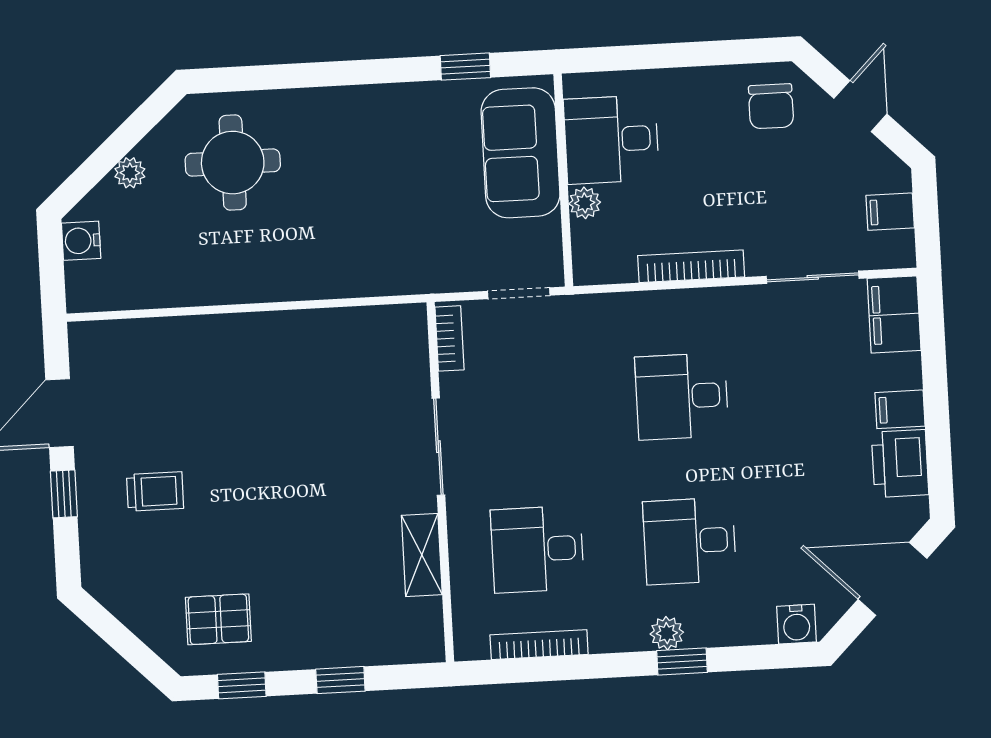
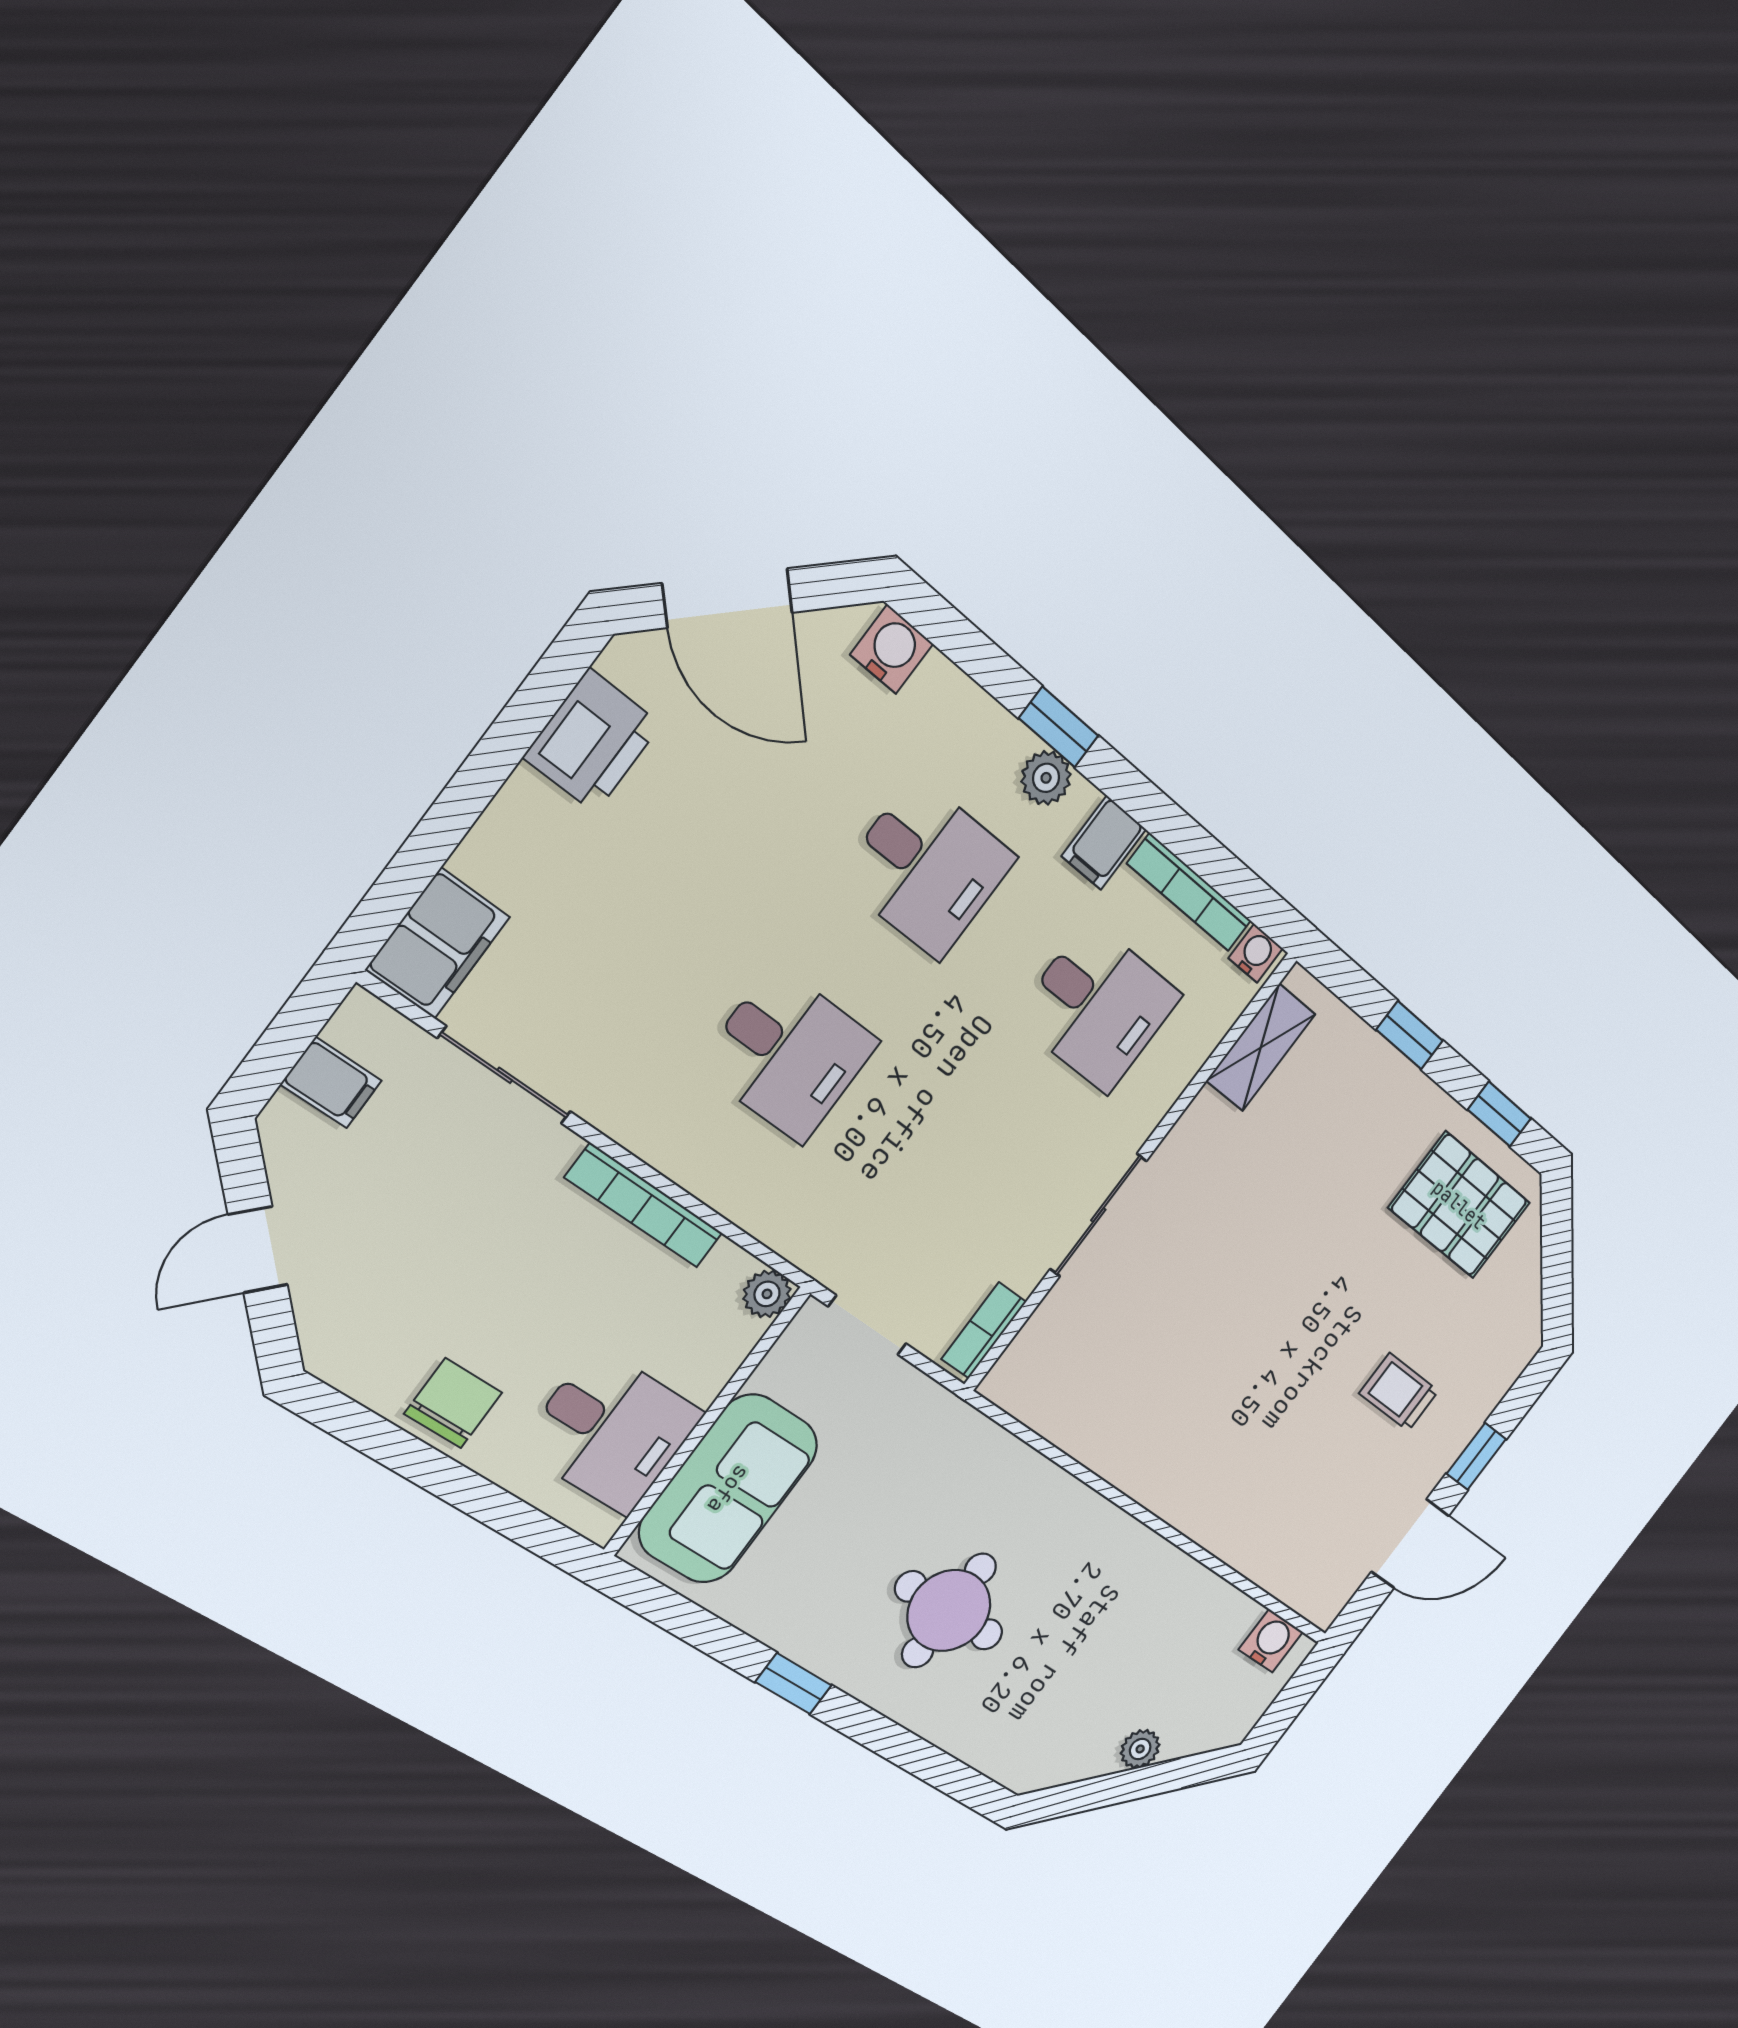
window: (465, 67) -> (794, 1684), moved
chair: (771, 106) -> (453, 1403), moved
round table: (233, 163) -> (949, 1611), moved
plant: (585, 203) -> (767, 1294), moved
water cooler: (81, 241) -> (1271, 1641), moved, turned -90
filing cabinet: (900, 409) -> (1104, 843), moved, turned 90
shelving: (422, 555) -> (1261, 1047), moved
pallet: (218, 619) -> (1459, 1205), width x1.50, depth x1.42
water cooler: (473, 646) -> (1256, 953), added

